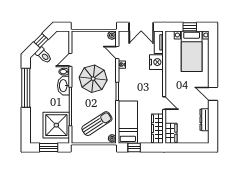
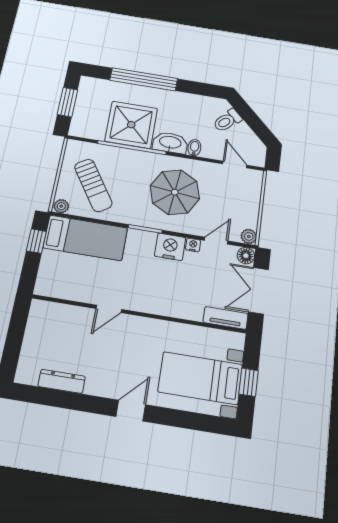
floor lamp: (123, 36) -> (246, 256), added
window: (41, 41) -> (253, 121), removed
door: (70, 60) -> (235, 164), moved
nightstand: (156, 62) -> (170, 247), moved, turned 180
window: (26, 88) -> (144, 79), moved
door: (213, 94) -> (131, 411), moved
shower: (56, 125) -> (131, 125), moved
wardrobe: (157, 129) -> (63, 288), removed
wardrobe: (171, 133) -> (49, 312), removed

